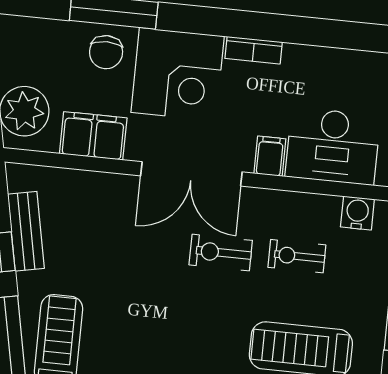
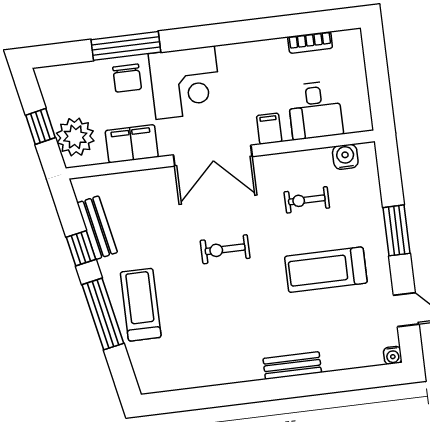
bookcase: (254, 50) -> (310, 42), moved
desk: (333, 146) -> (315, 110), width x0.73
exercise bike: (221, 253) -> (225, 249), moved

